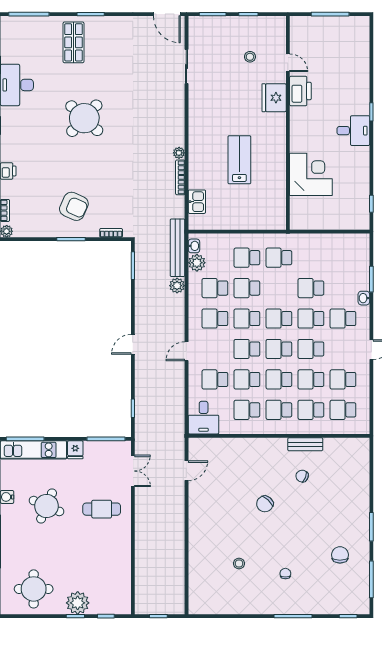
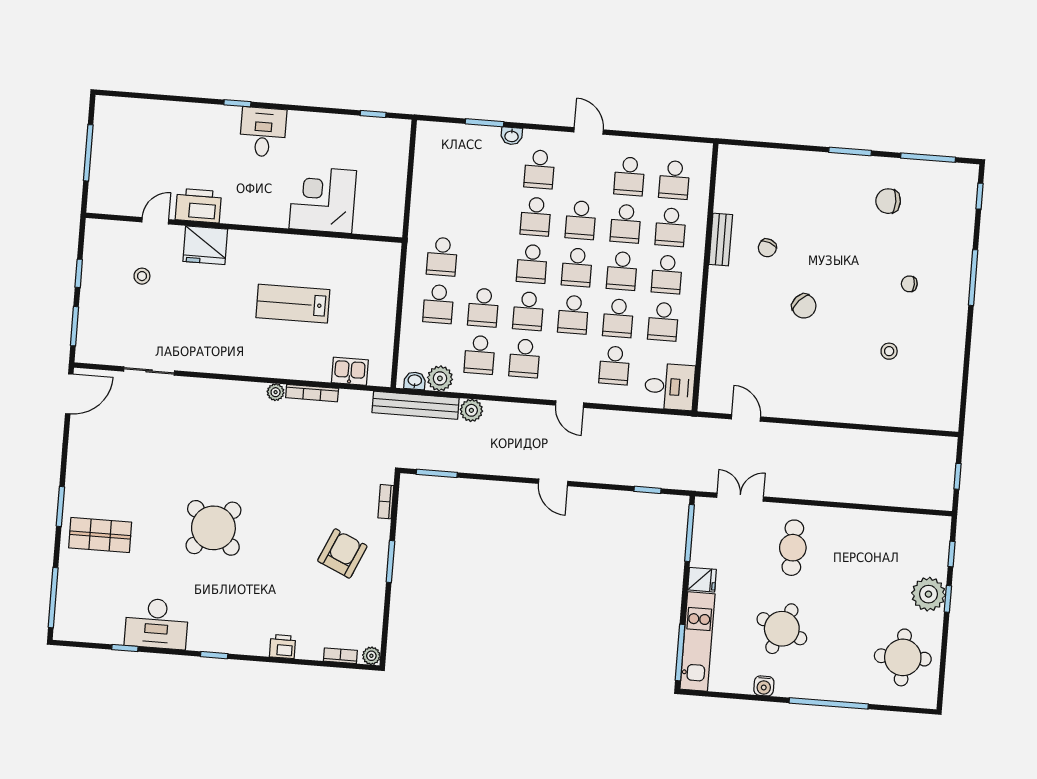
school desk: (311, 288) -> (491, 213), removed

